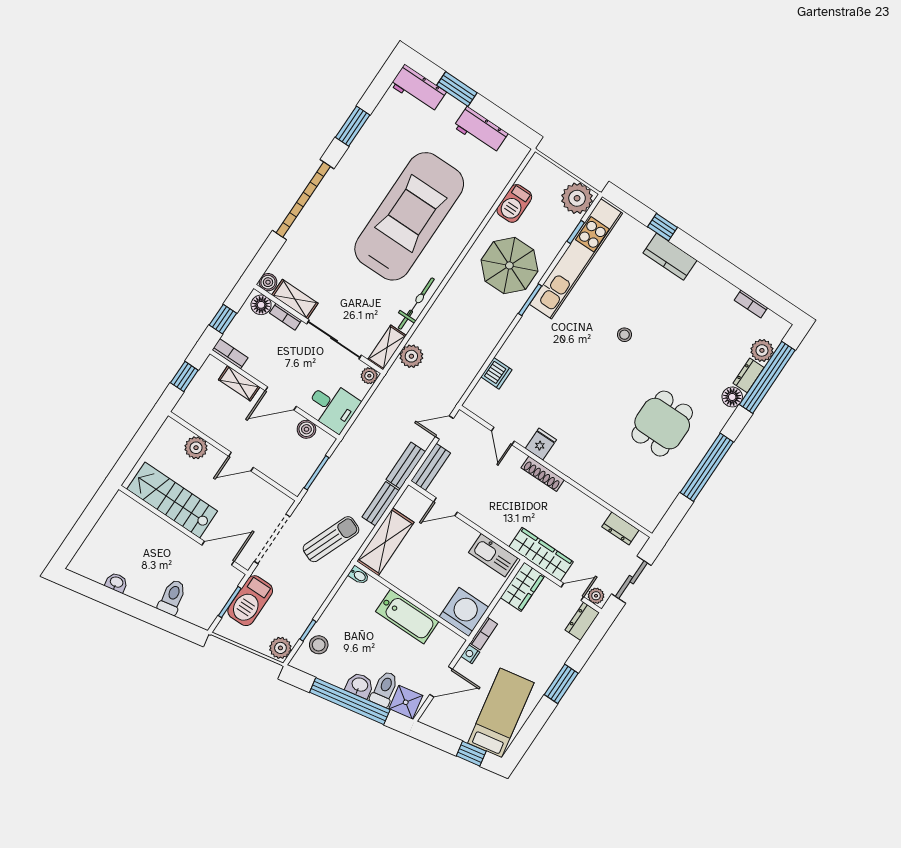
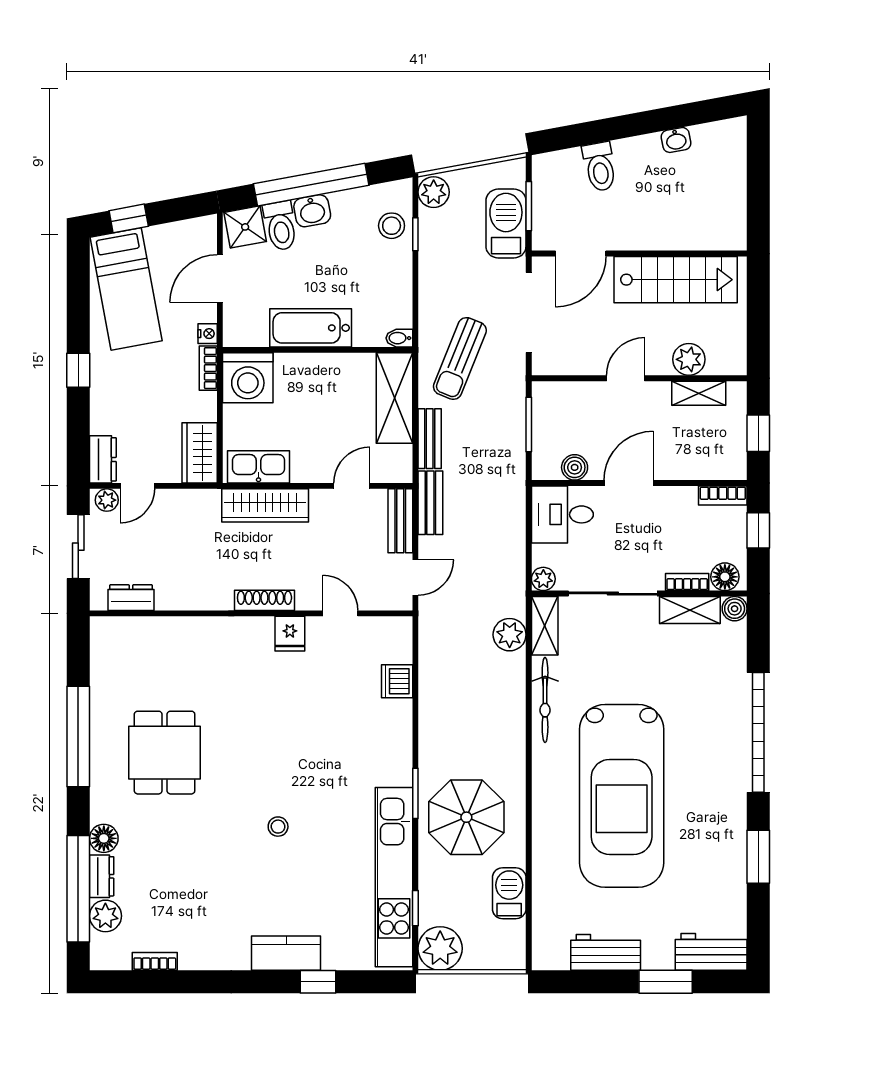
shelving: (239, 383) -> (699, 393), moved
wardrobe: (541, 554) -> (265, 505), moved
window: (561, 684) -> (78, 370), width x0.67

